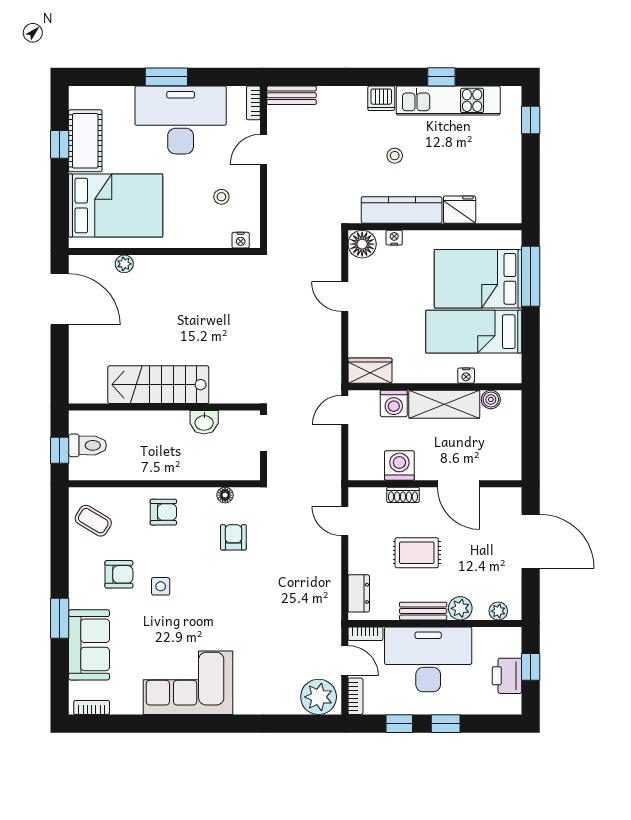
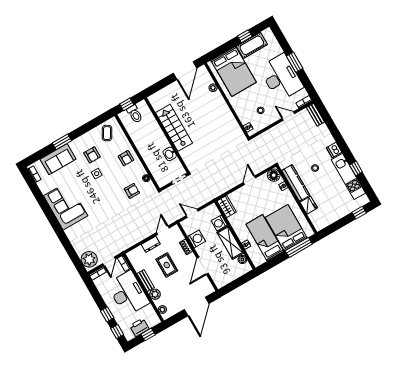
door: (345, 410) -> (192, 213), moved
dresser: (359, 593) -> (151, 244), moved
window: (399, 724) -> (117, 332), moved

